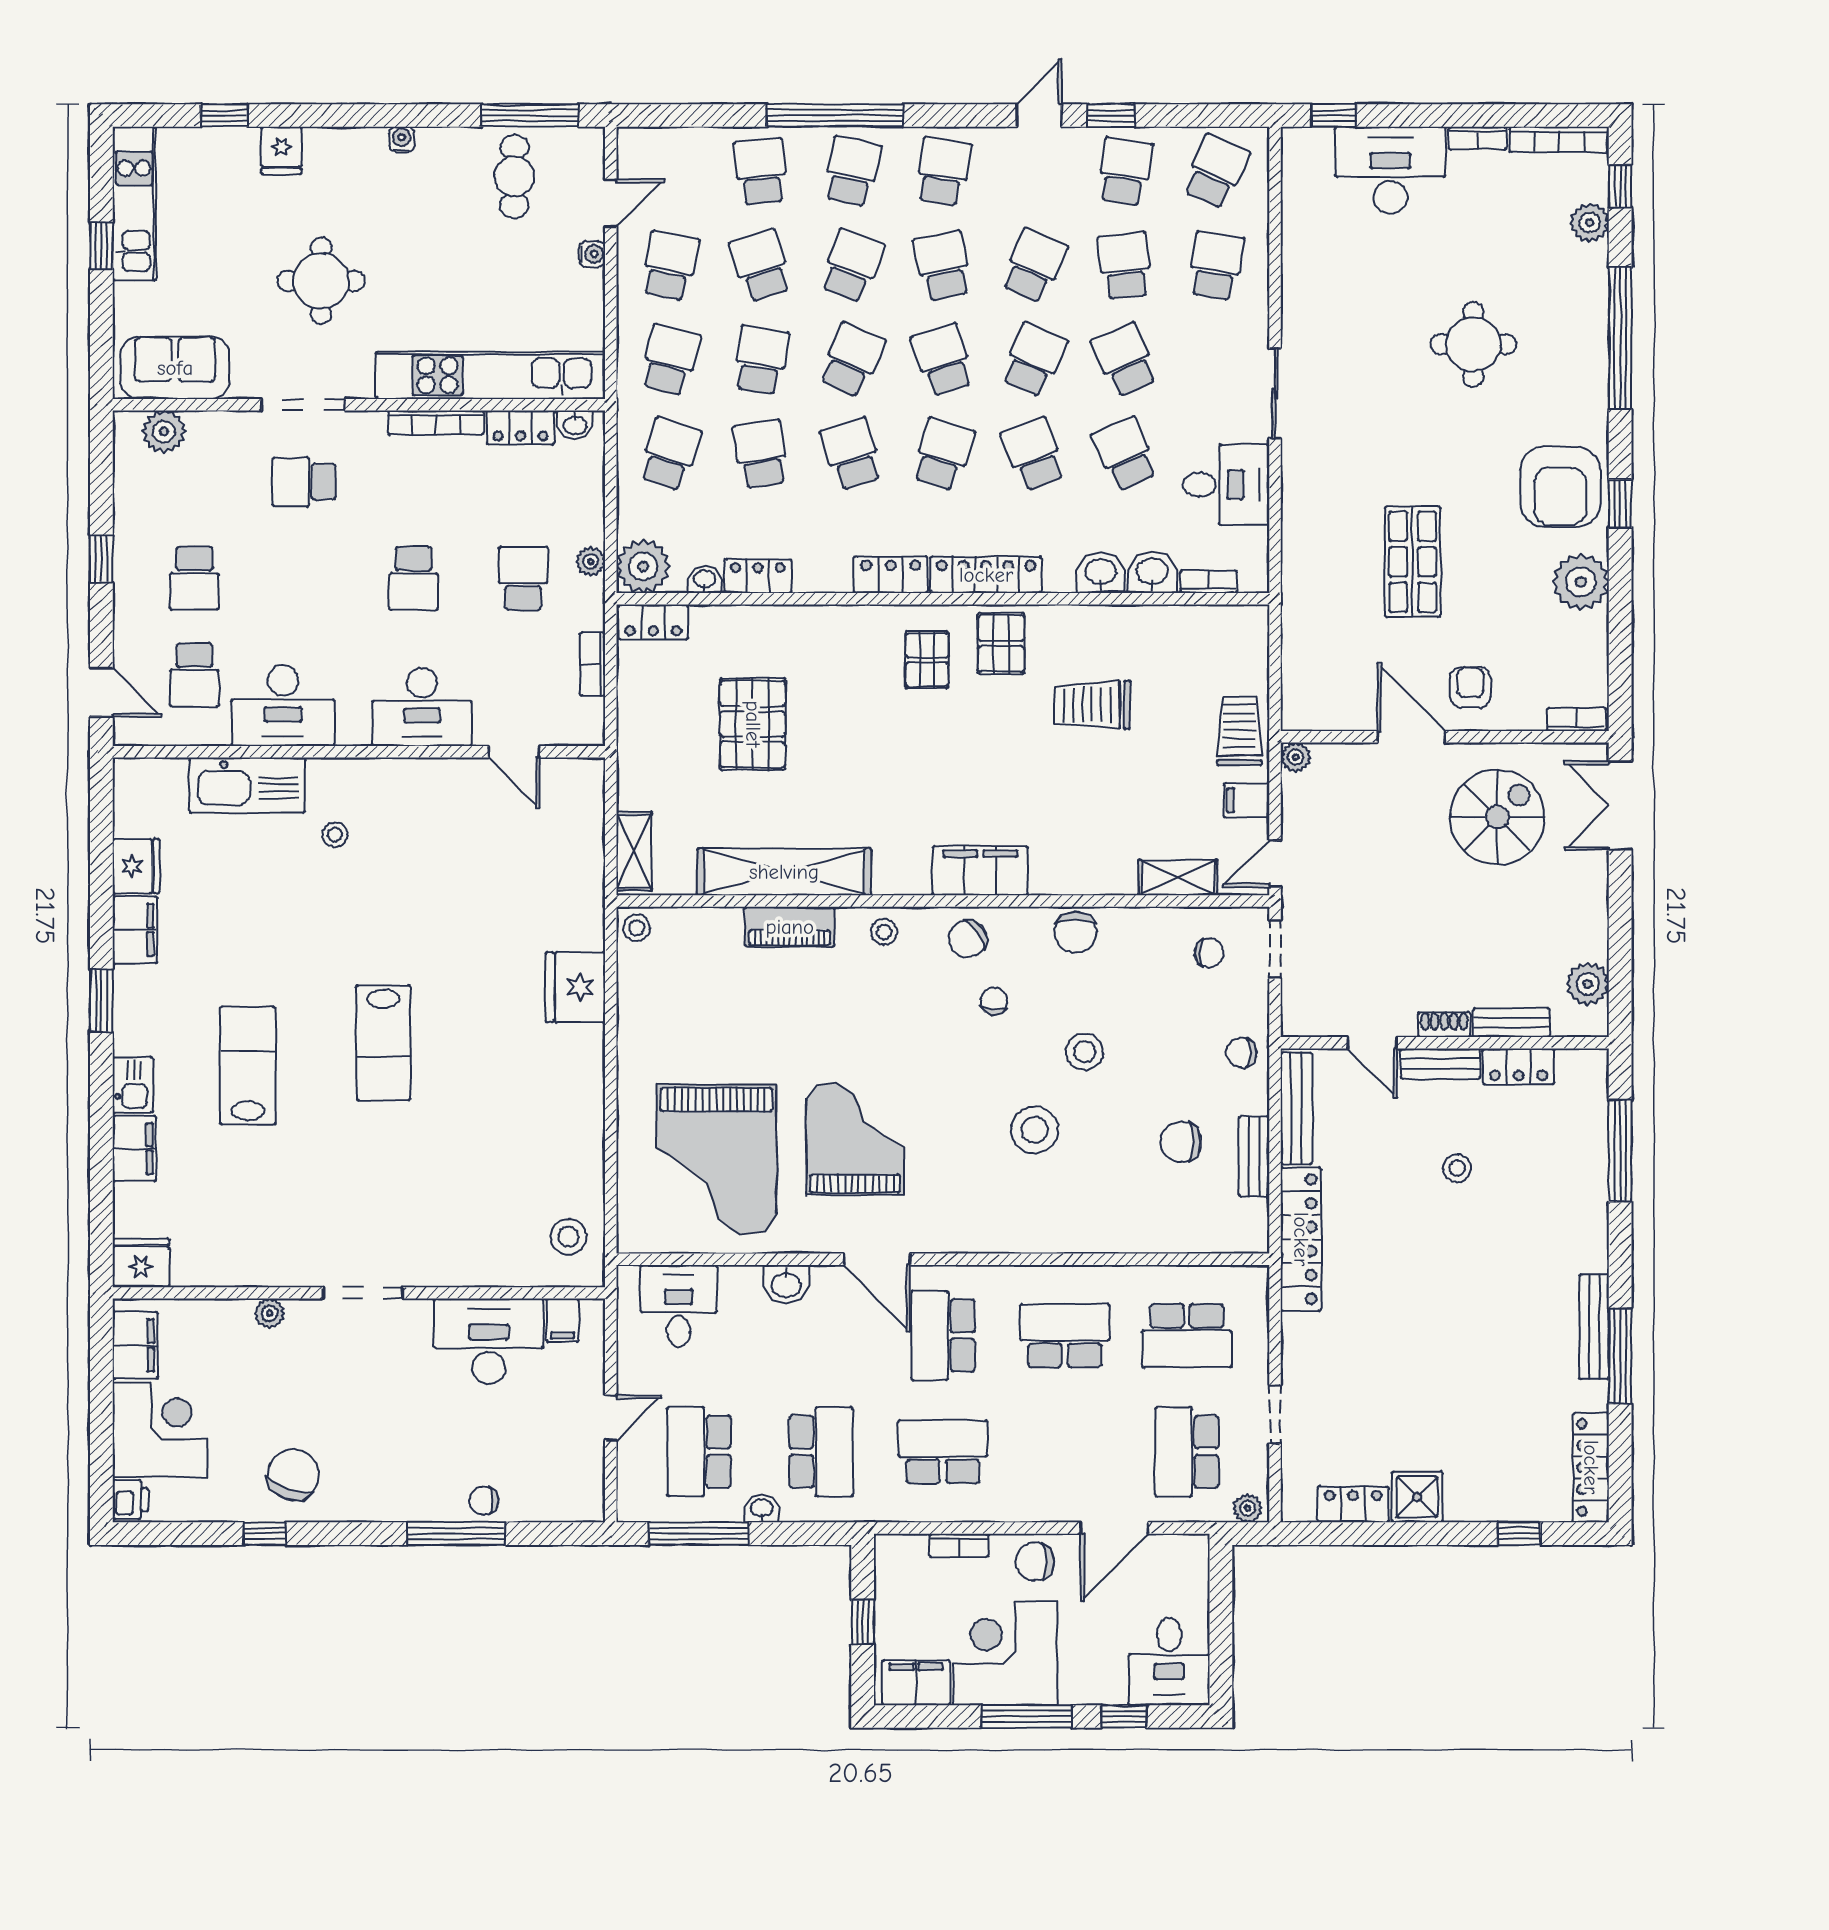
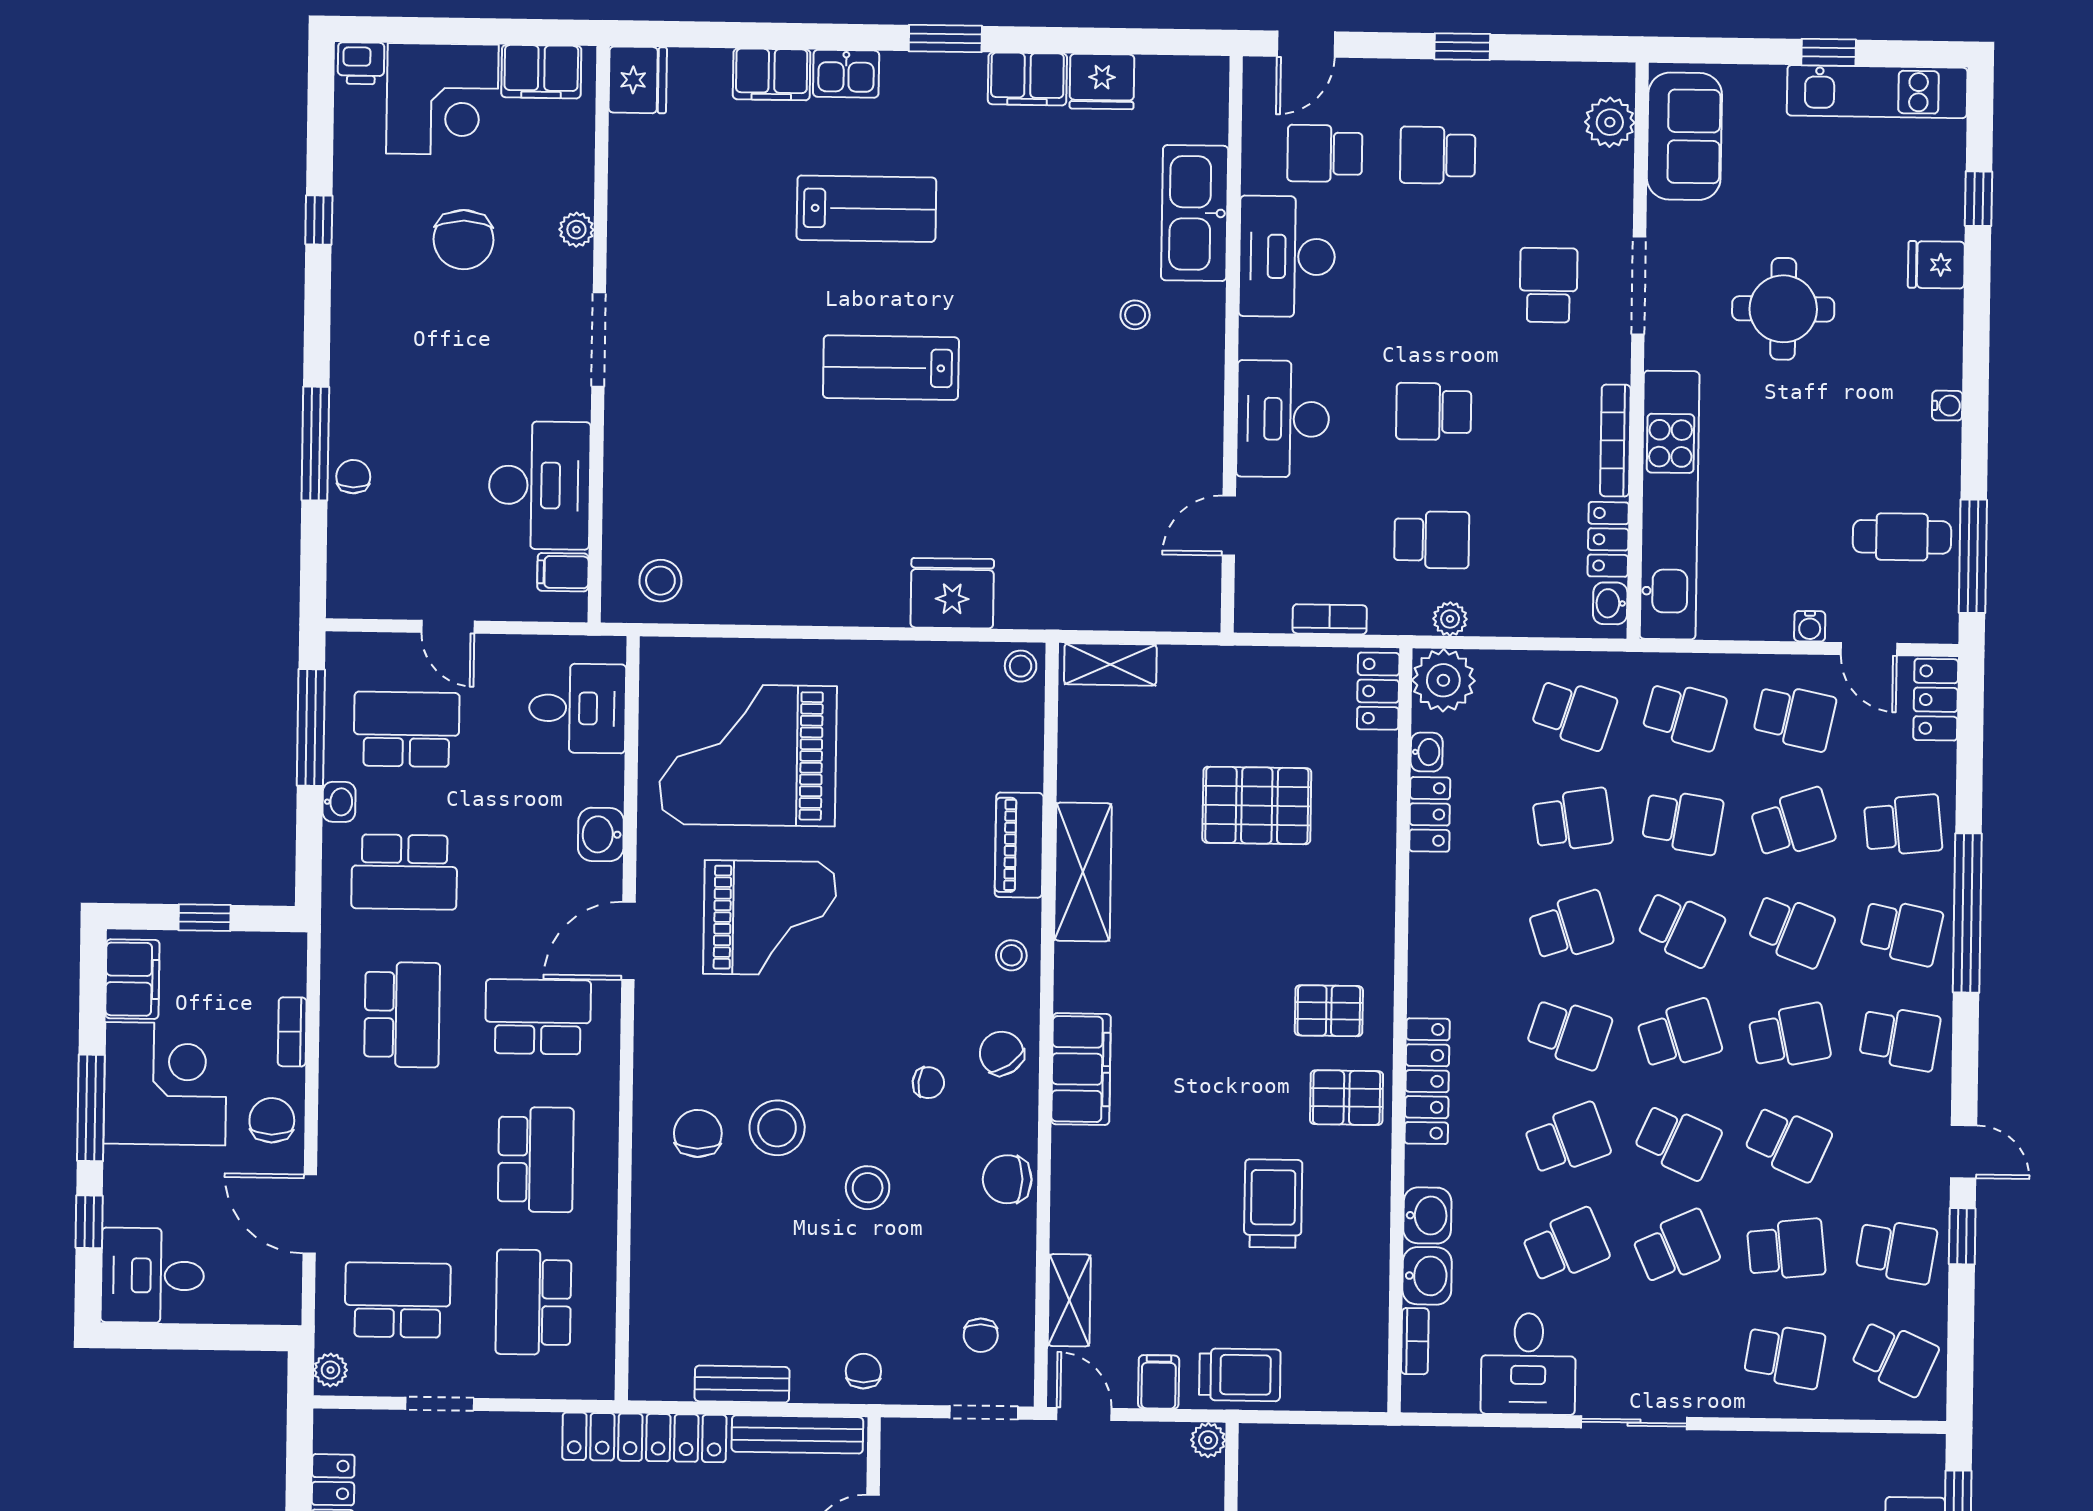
locker: (891, 575) -> (1936, 700), moved, turned 180
shelving: (784, 872) -> (1083, 872), width x0.68
chair: (1181, 1142) -> (698, 1133), moved
chair: (293, 1475) -> (463, 240), moved, turned 71

